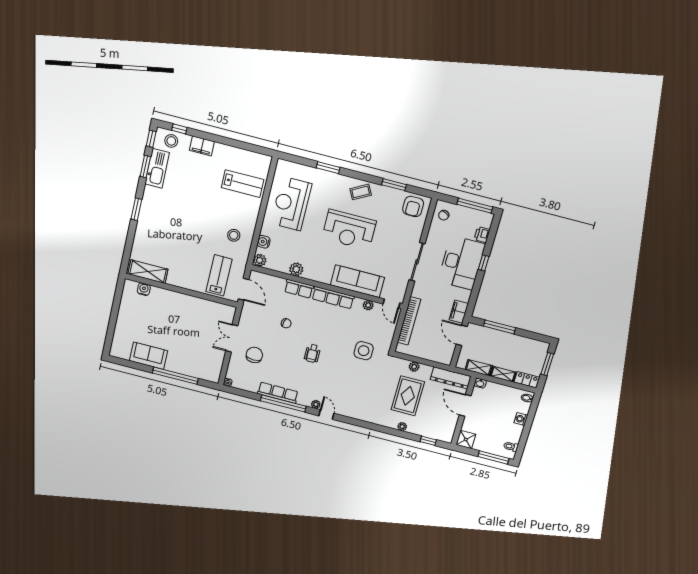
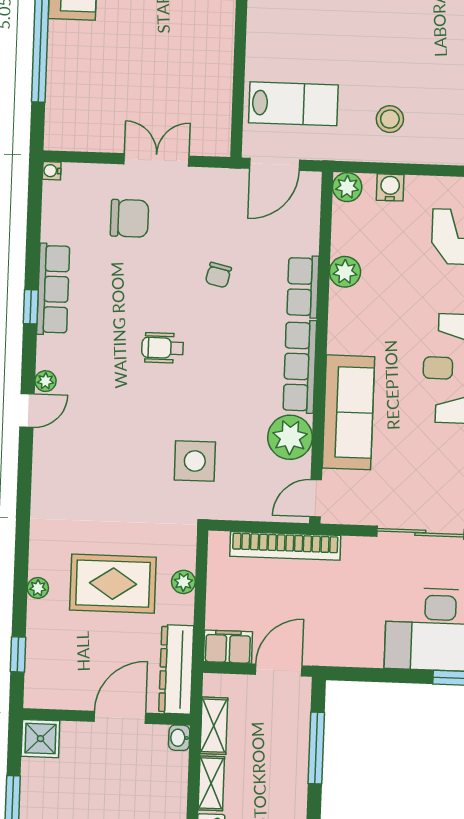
plant: (368, 305) -> (290, 437), width x1.88, depth x1.88
filing cabinet: (459, 312) -> (228, 647), moved
window: (283, 403) -> (31, 307), width x0.32

